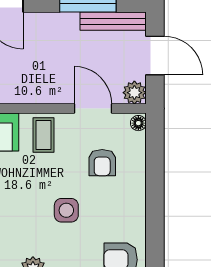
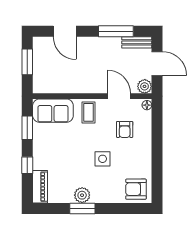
bench: (113, 21) -> (137, 42), width x0.73

